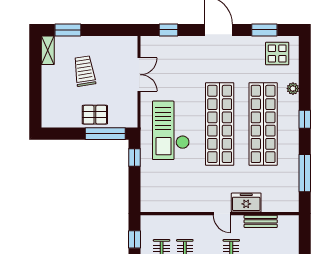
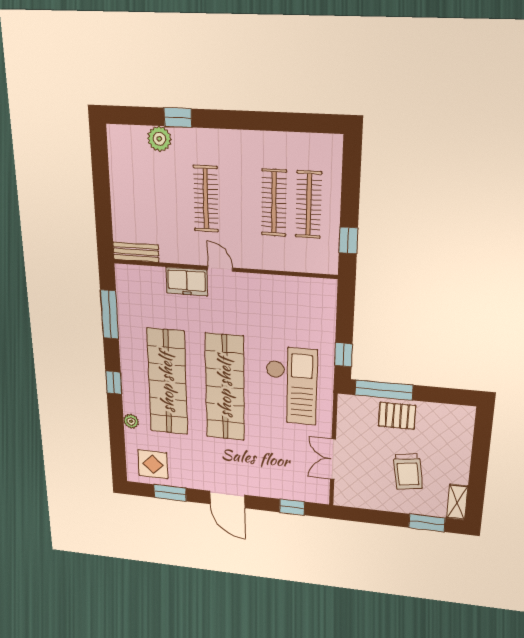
bench: (261, 221) -> (136, 252), moved

